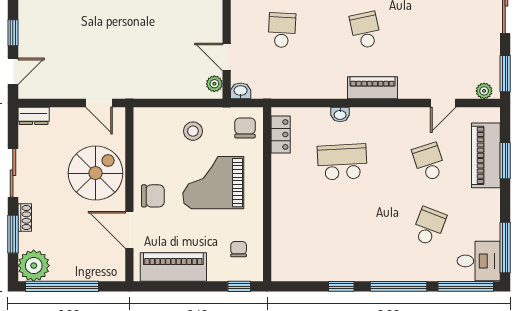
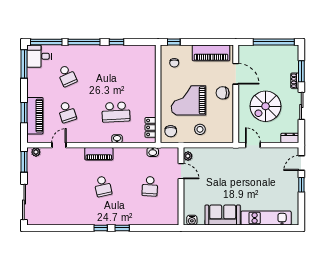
washbasin: (241, 91) -> (153, 152), moved
spiral stairs: (96, 173) -> (266, 106), moved
grand piano: (213, 183) -> (189, 100), turned 180
school desk: (429, 226) -> (67, 76), turned -45
plant: (34, 266) -> (290, 54), removed

